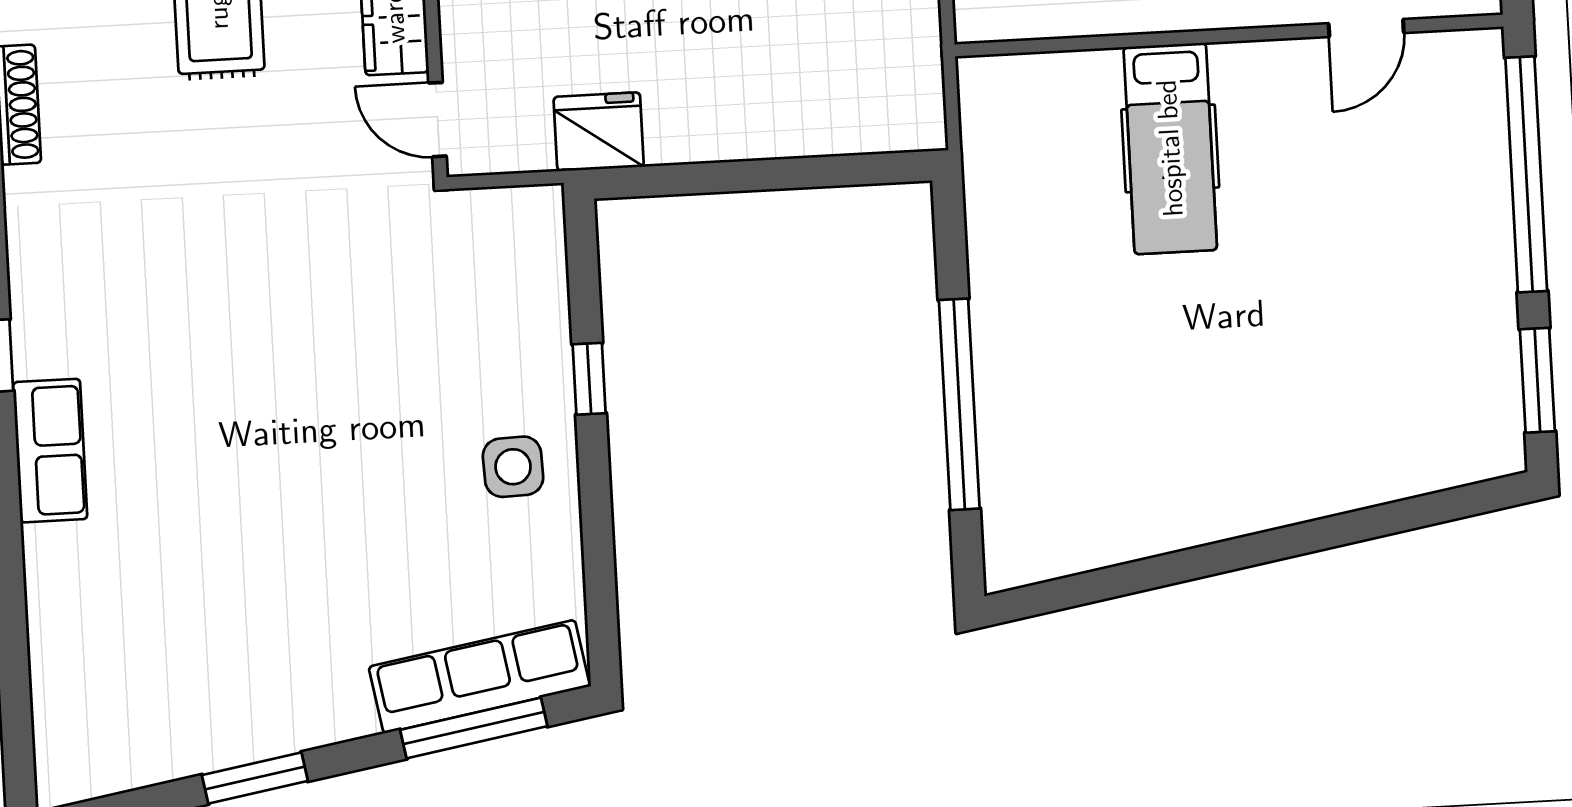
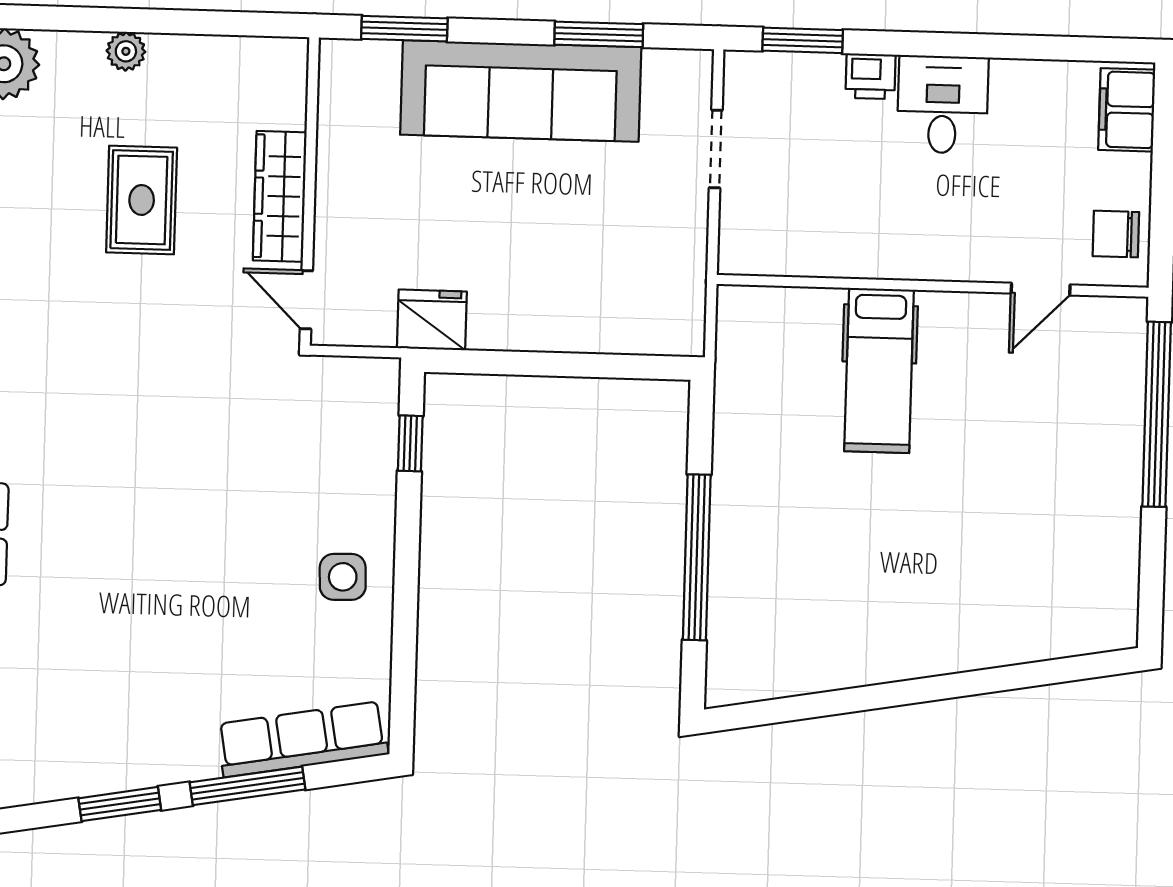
window: (589, 379) -> (410, 443), moved
window: (1537, 380) -> (1152, 576), removed
window: (474, 728) -> (247, 786), moved

